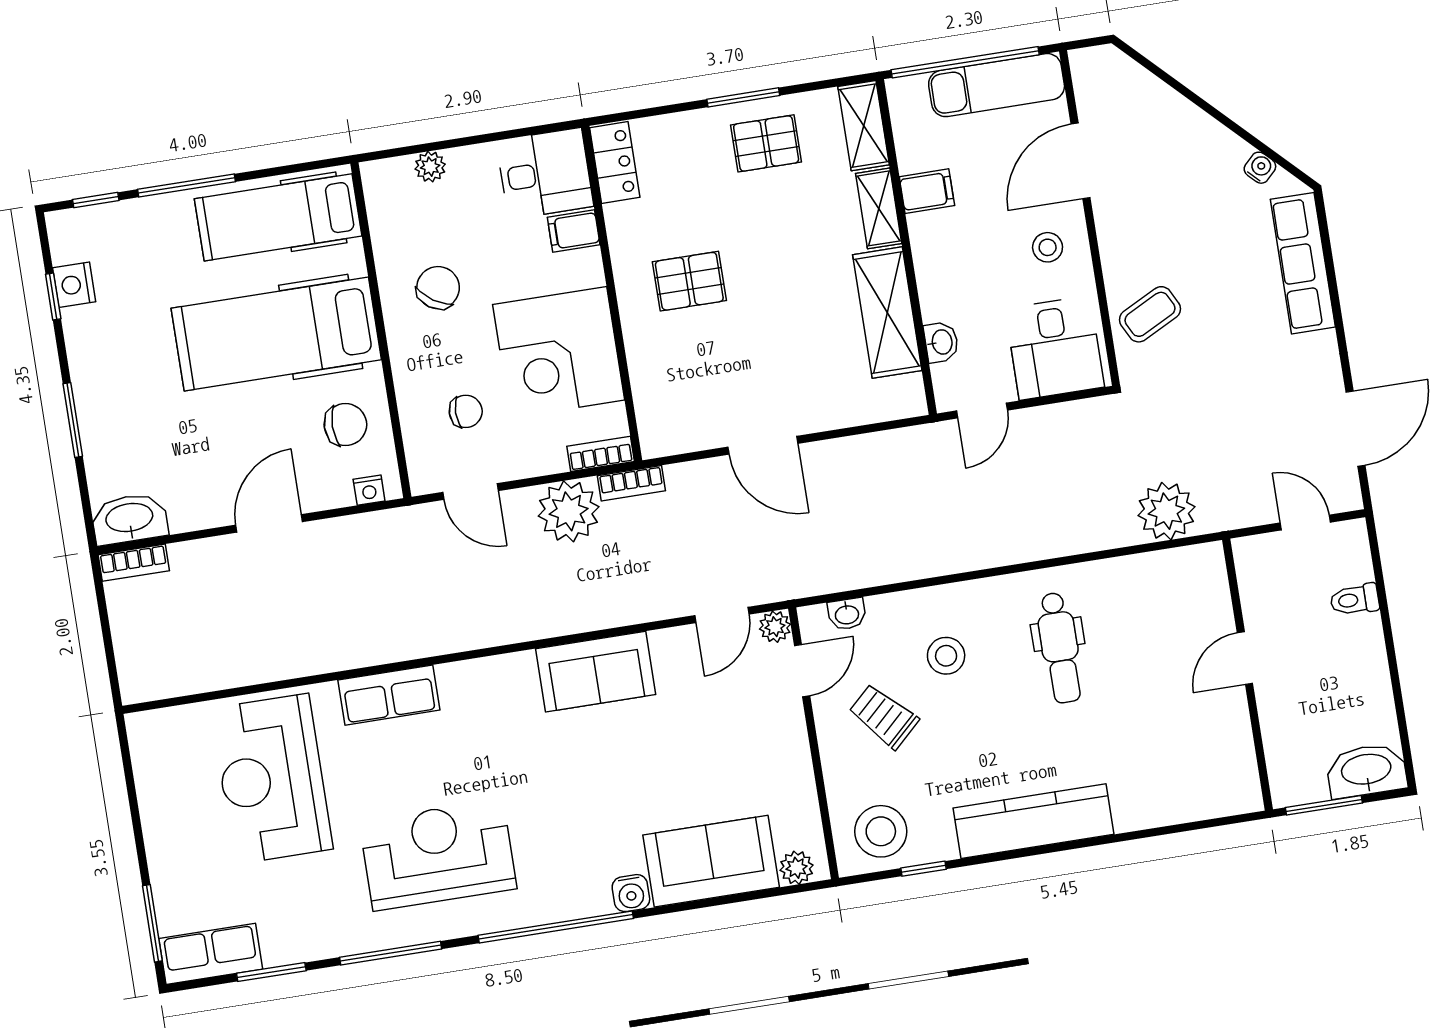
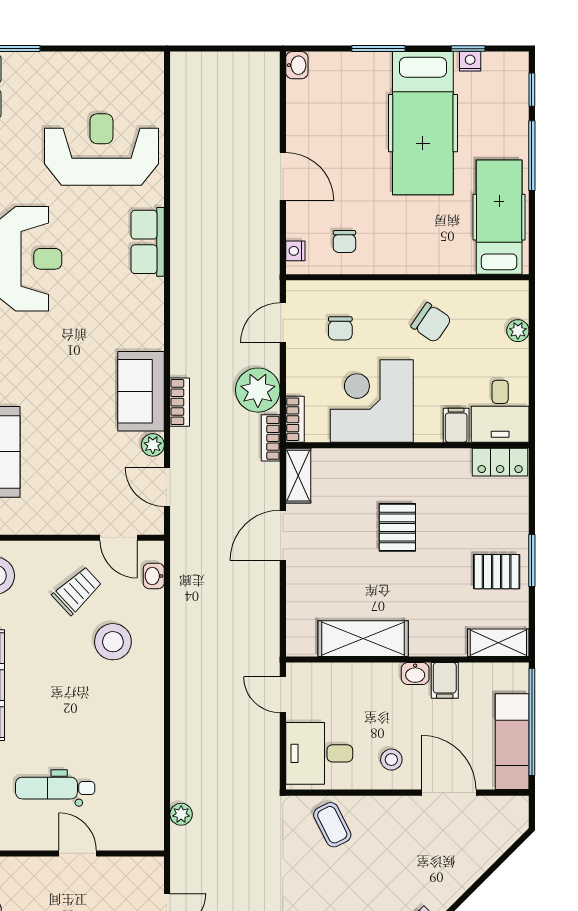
pallet: (766, 143) -> (497, 572), turned 90
shelving: (879, 208) -> (298, 476), moved, turned 90
pallet: (689, 281) -> (397, 527), moved
nightstand: (74, 285) -> (470, 61), width x0.72, depth x0.74
hospital bed: (276, 334) -> (423, 123), moved, turned 180
washbasin: (941, 342) -> (415, 674), moved
chair: (345, 425) -> (344, 241), width x0.73, depth x0.73
plant: (1166, 511) -> (181, 814), width x0.53, depth x0.53
washbasin: (130, 519) -> (297, 65), width x0.52, depth x0.69
bookcase: (134, 563) -> (180, 402), moved, turned 180
plant: (775, 627) -> (153, 445), moved
dental chair: (1060, 648) -> (55, 788), moved
stool: (946, 656) -> (113, 642), width x1.38, depth x1.38

